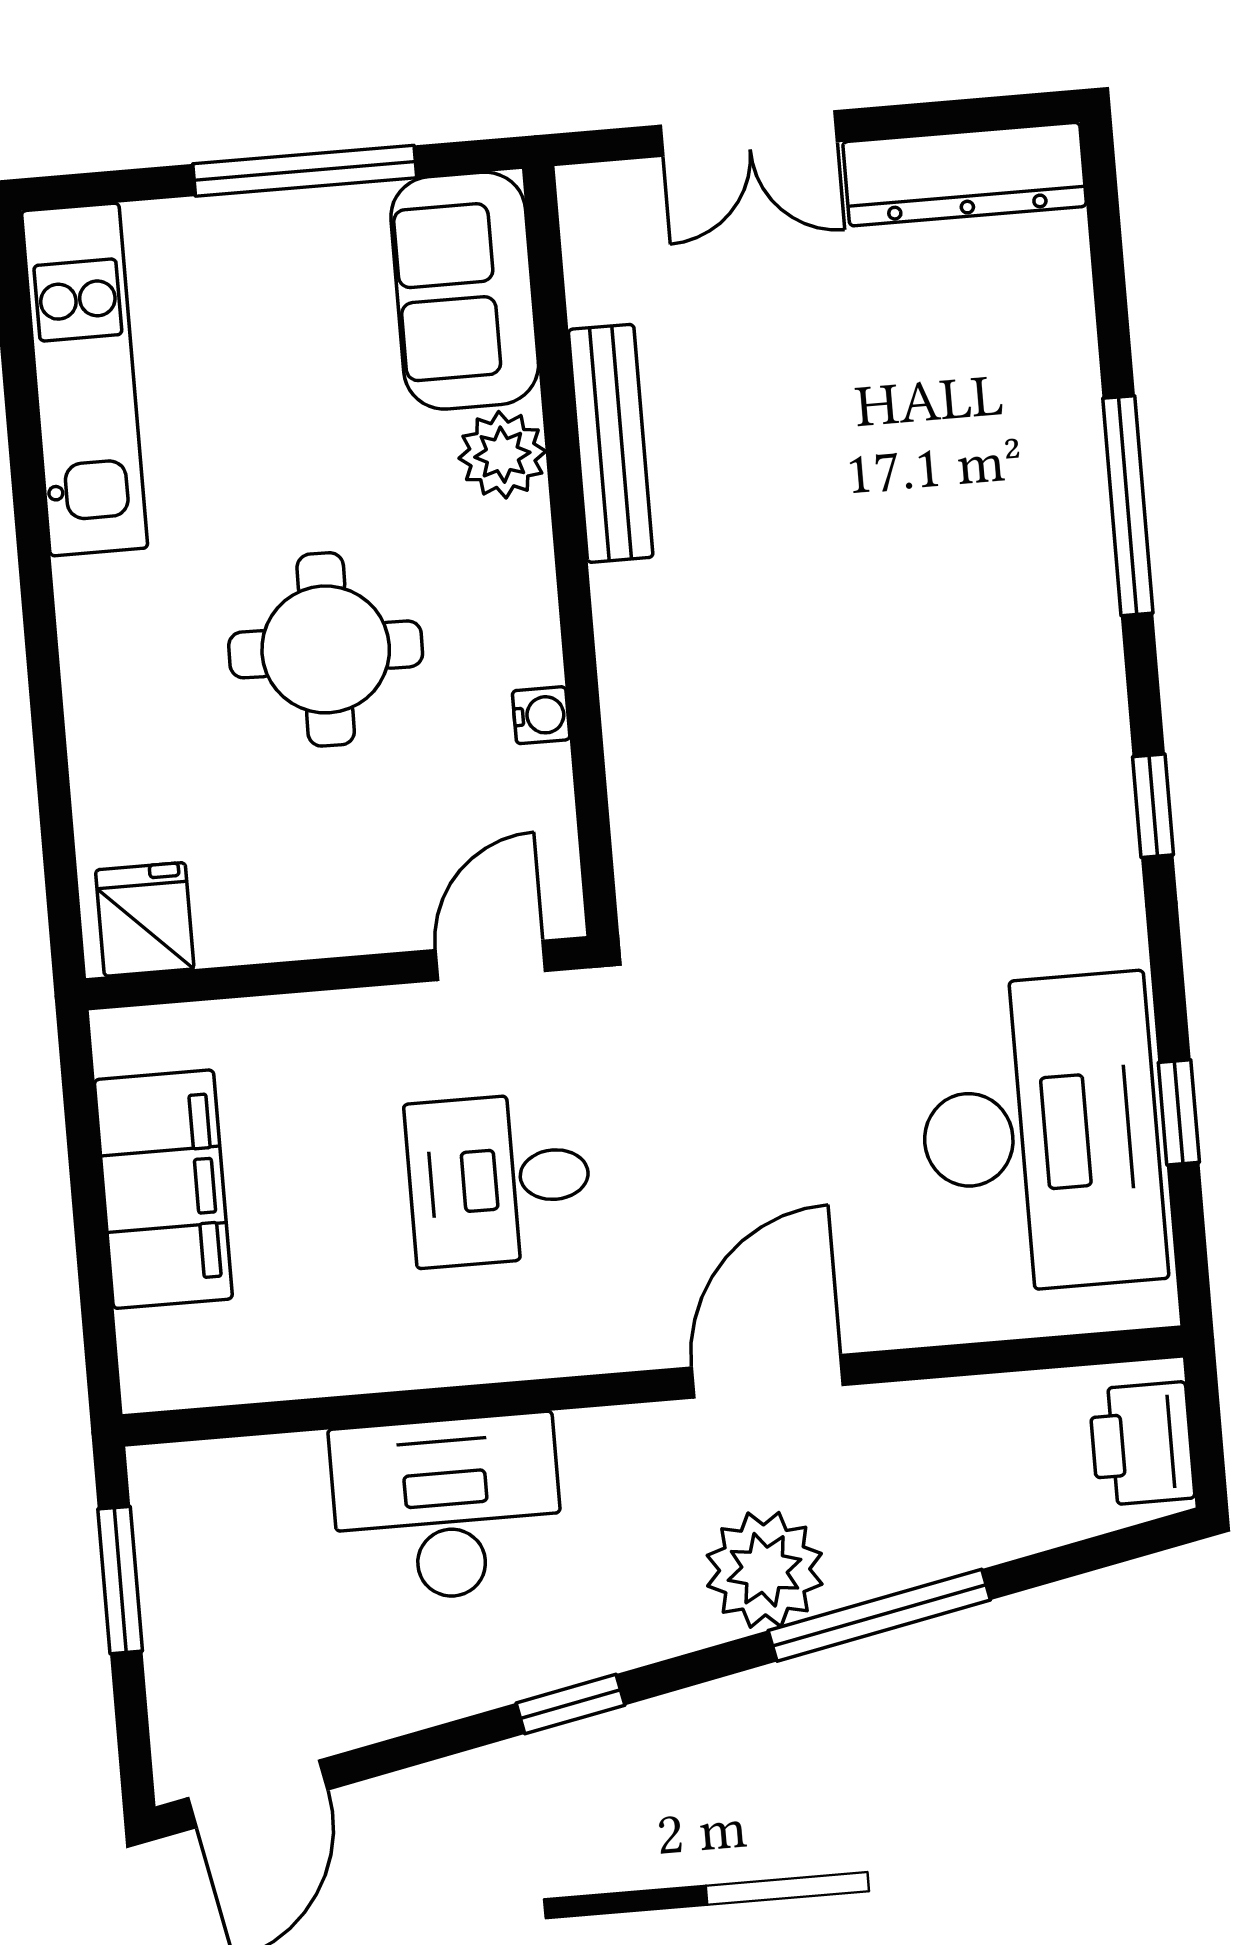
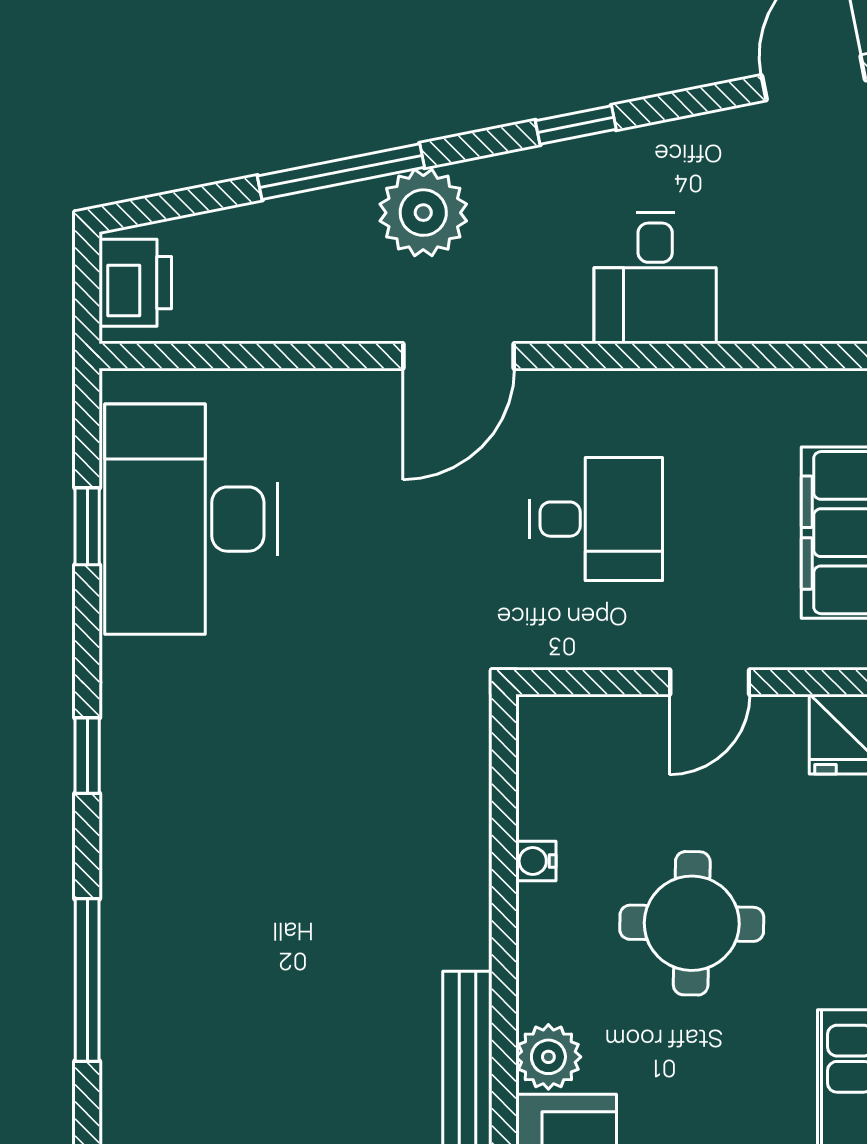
door: (490, 960) -> (710, 682), moved
door: (767, 1376) -> (459, 356), moved
desk: (447, 1508) -> (655, 278), width x0.73

